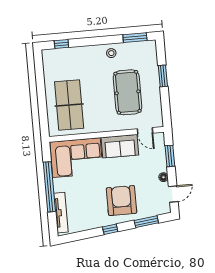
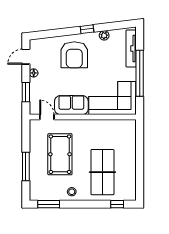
window: (163, 76) -> (26, 166), width x1.44
table tennis table: (69, 105) -> (102, 172), moved
window: (146, 222) -> (53, 33), removed
plant: (91, 224) -> (104, 35), added

